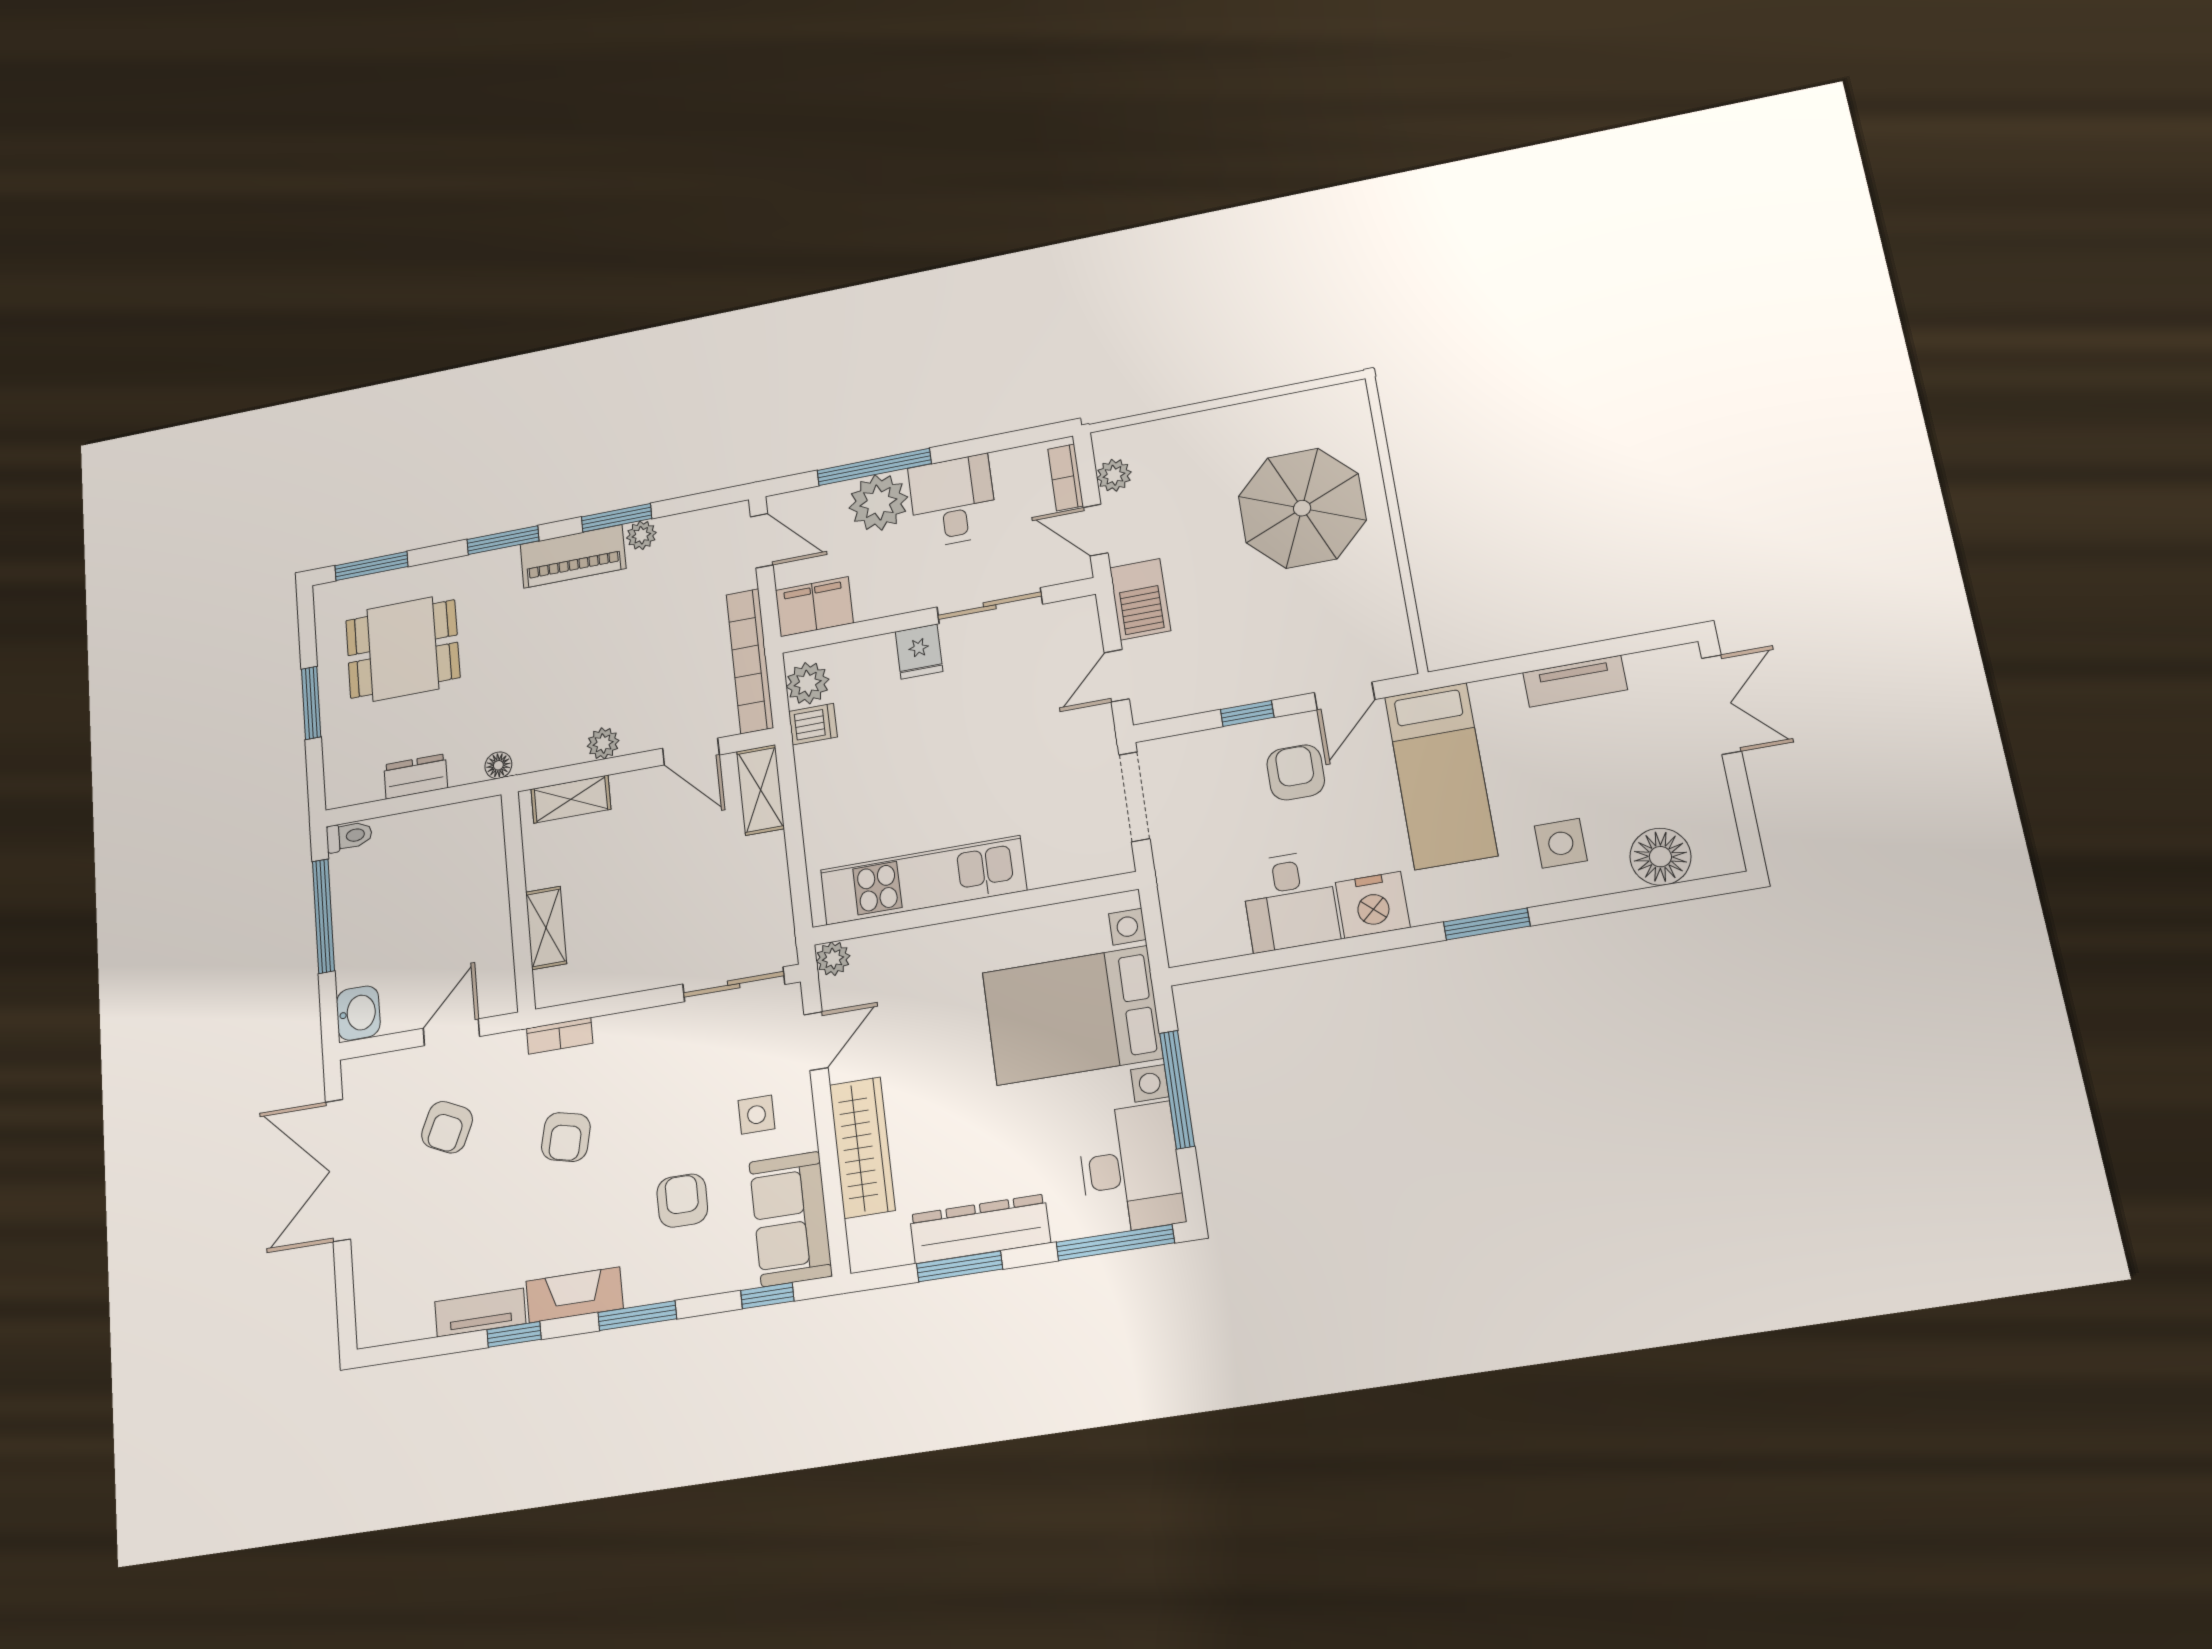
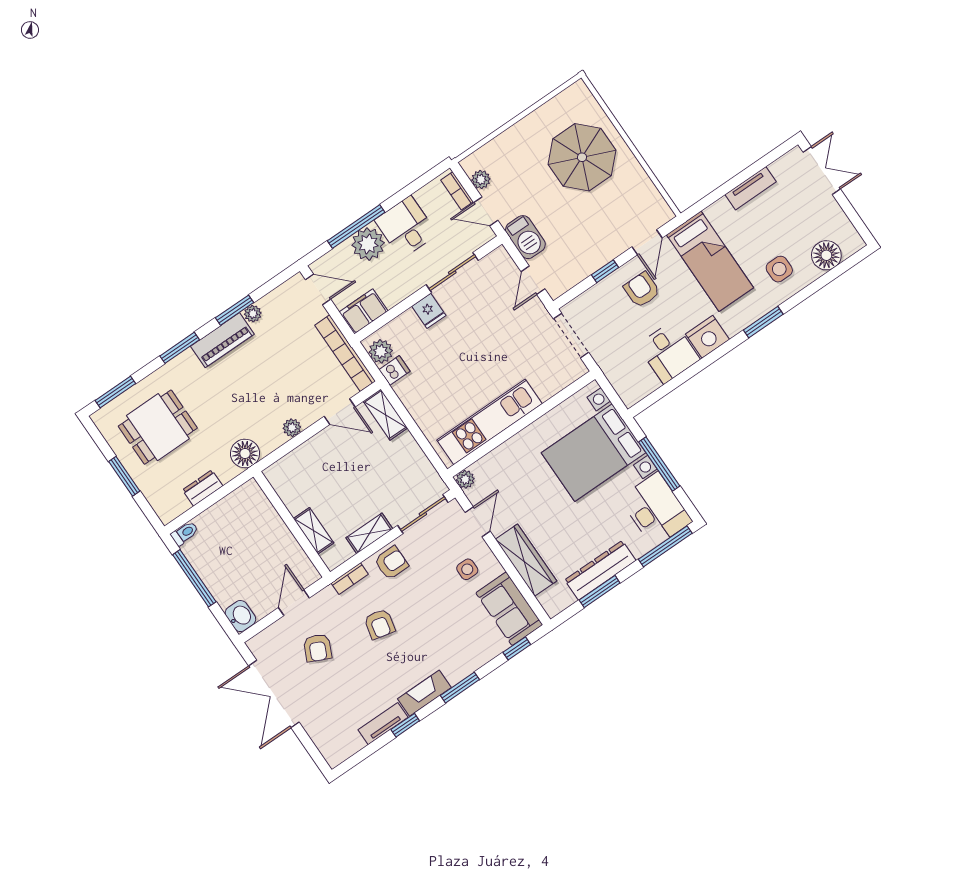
floor lamp: (498, 765) -> (245, 453), width x1.89, depth x1.89
shelving: (571, 799) -> (369, 533), moved
armchair: (682, 1201) -> (391, 563), moved, turned 90

